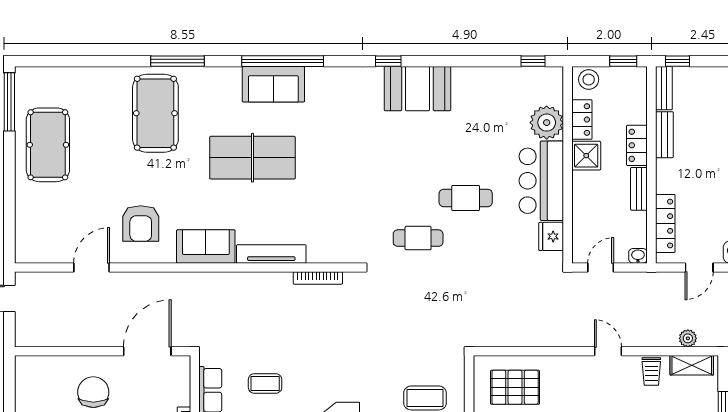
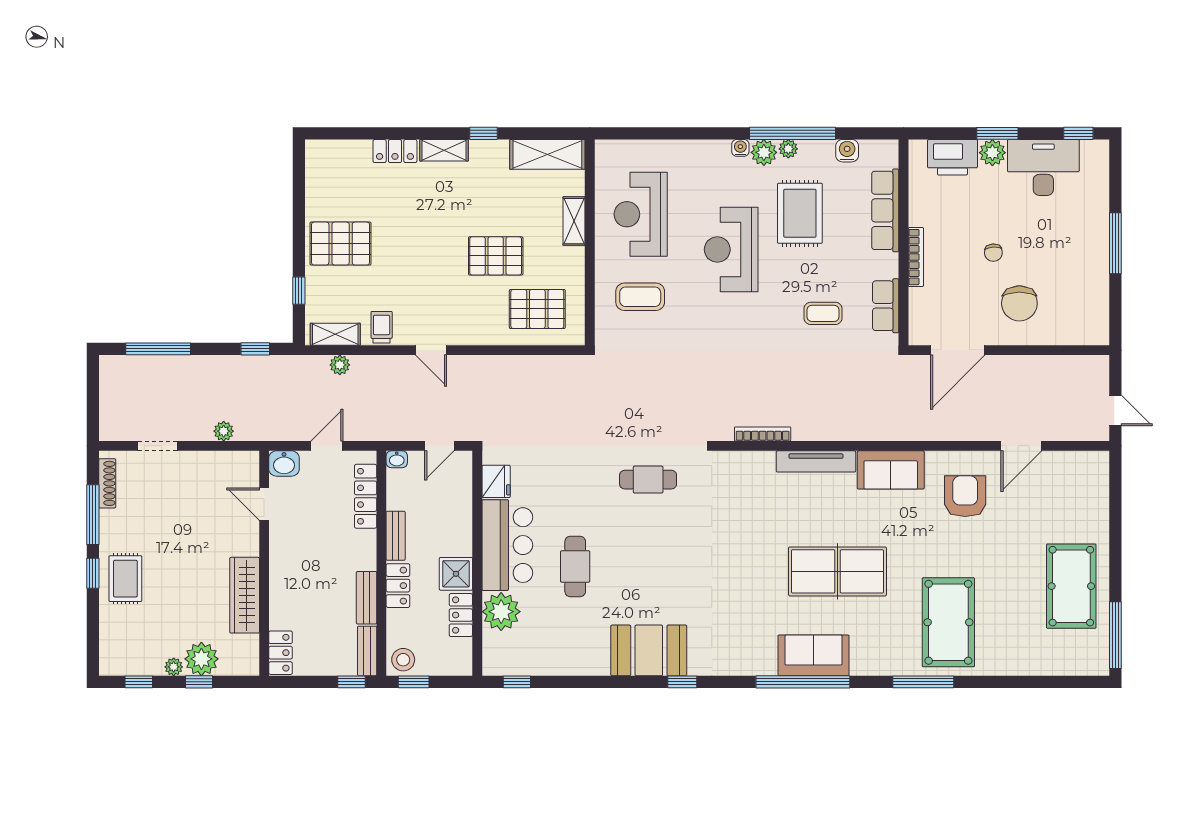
stool: (589, 80) -> (403, 660), moved
cafe table: (466, 198) -> (575, 566), moved, turned 90

